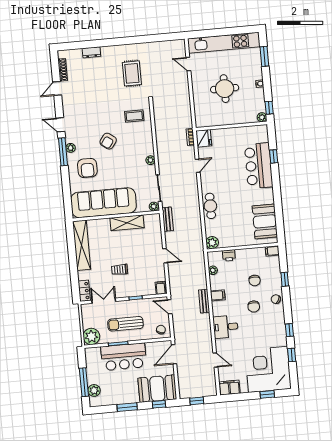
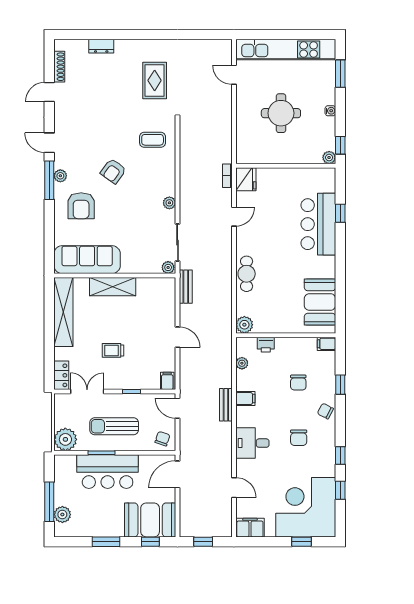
sofa: (103, 203) -> (87, 260), width x0.74, depth x0.79
shelving: (127, 223) -> (113, 287), moved
chair: (254, 307) -> (299, 438), moved

